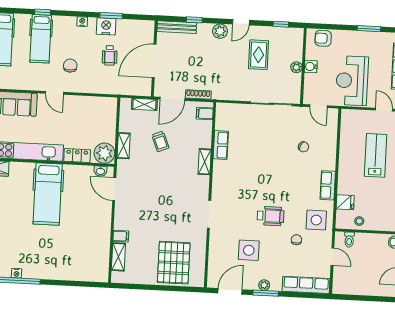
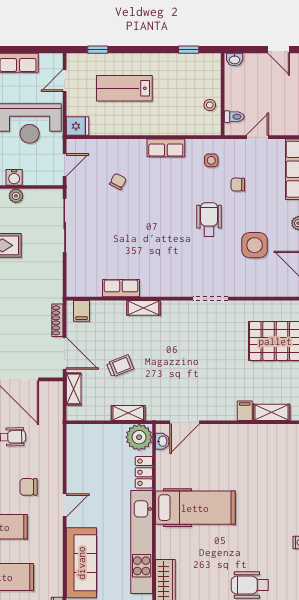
fridge: (345, 202) -> (78, 126), moved, turned 90
side table: (316, 220) -> (211, 160), width x0.54, depth x0.54

